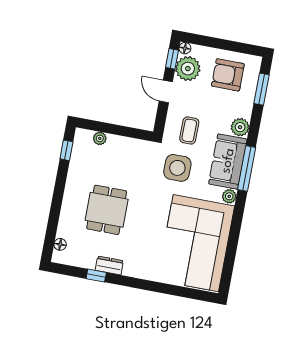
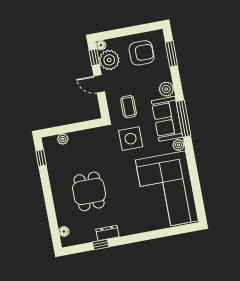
armchair: (228, 75) -> (142, 53), turned 180

